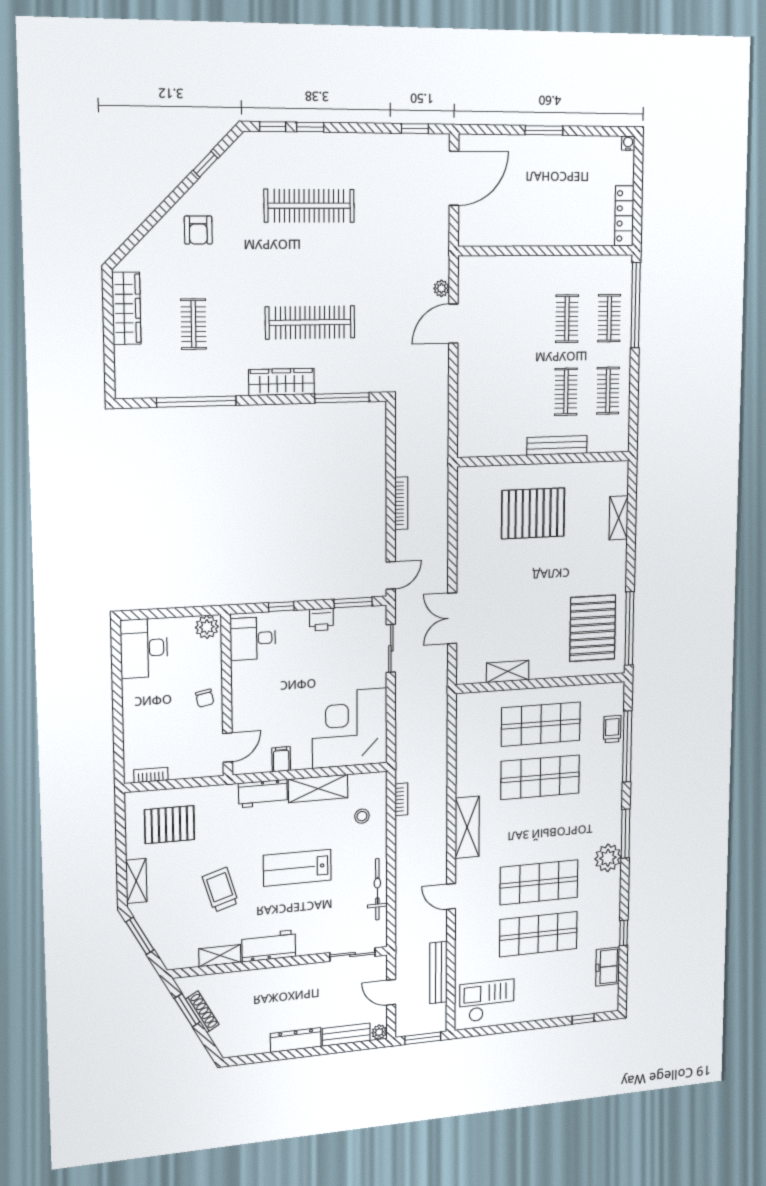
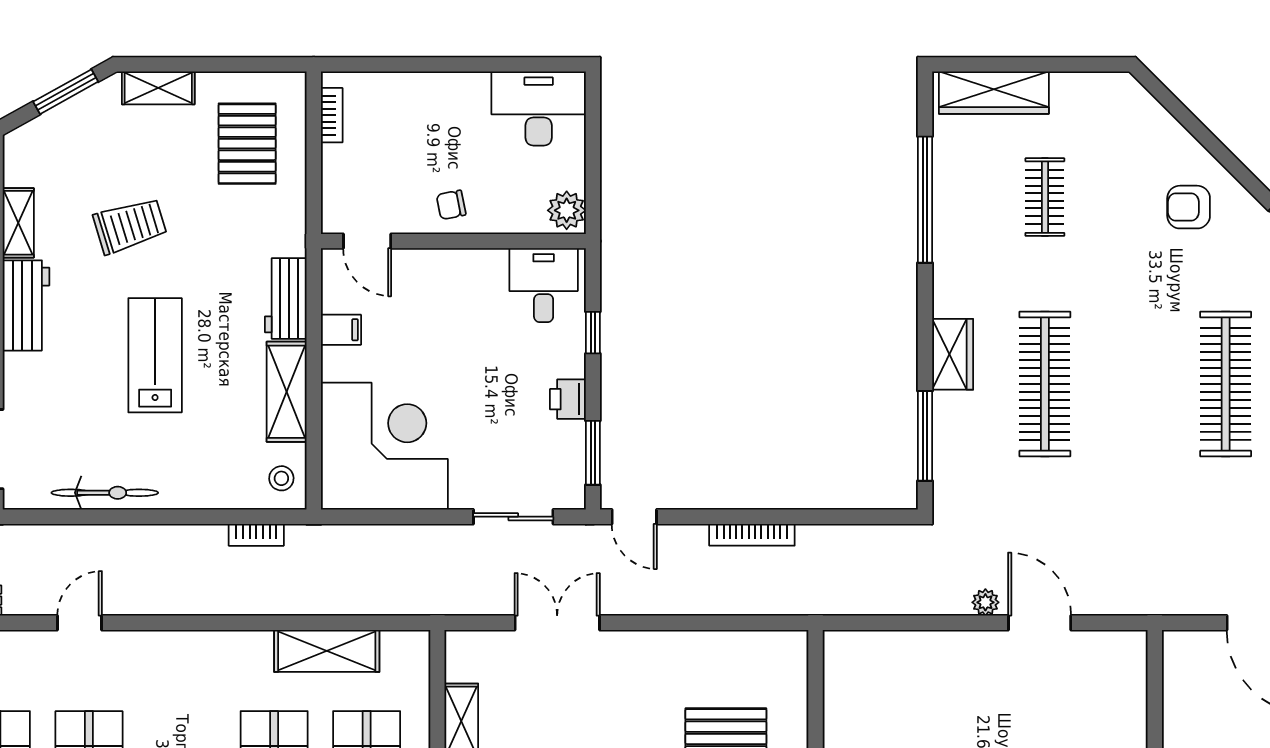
plant: (441, 288) -> (985, 602), moved
wardrobe: (126, 308) -> (994, 93), moved
clothes rail: (194, 324) -> (1045, 197), turned 90
wardrobe: (281, 382) -> (953, 354), width x0.67
stool: (362, 816) -> (281, 478), moved
shelving: (467, 827) -> (327, 651), moved

